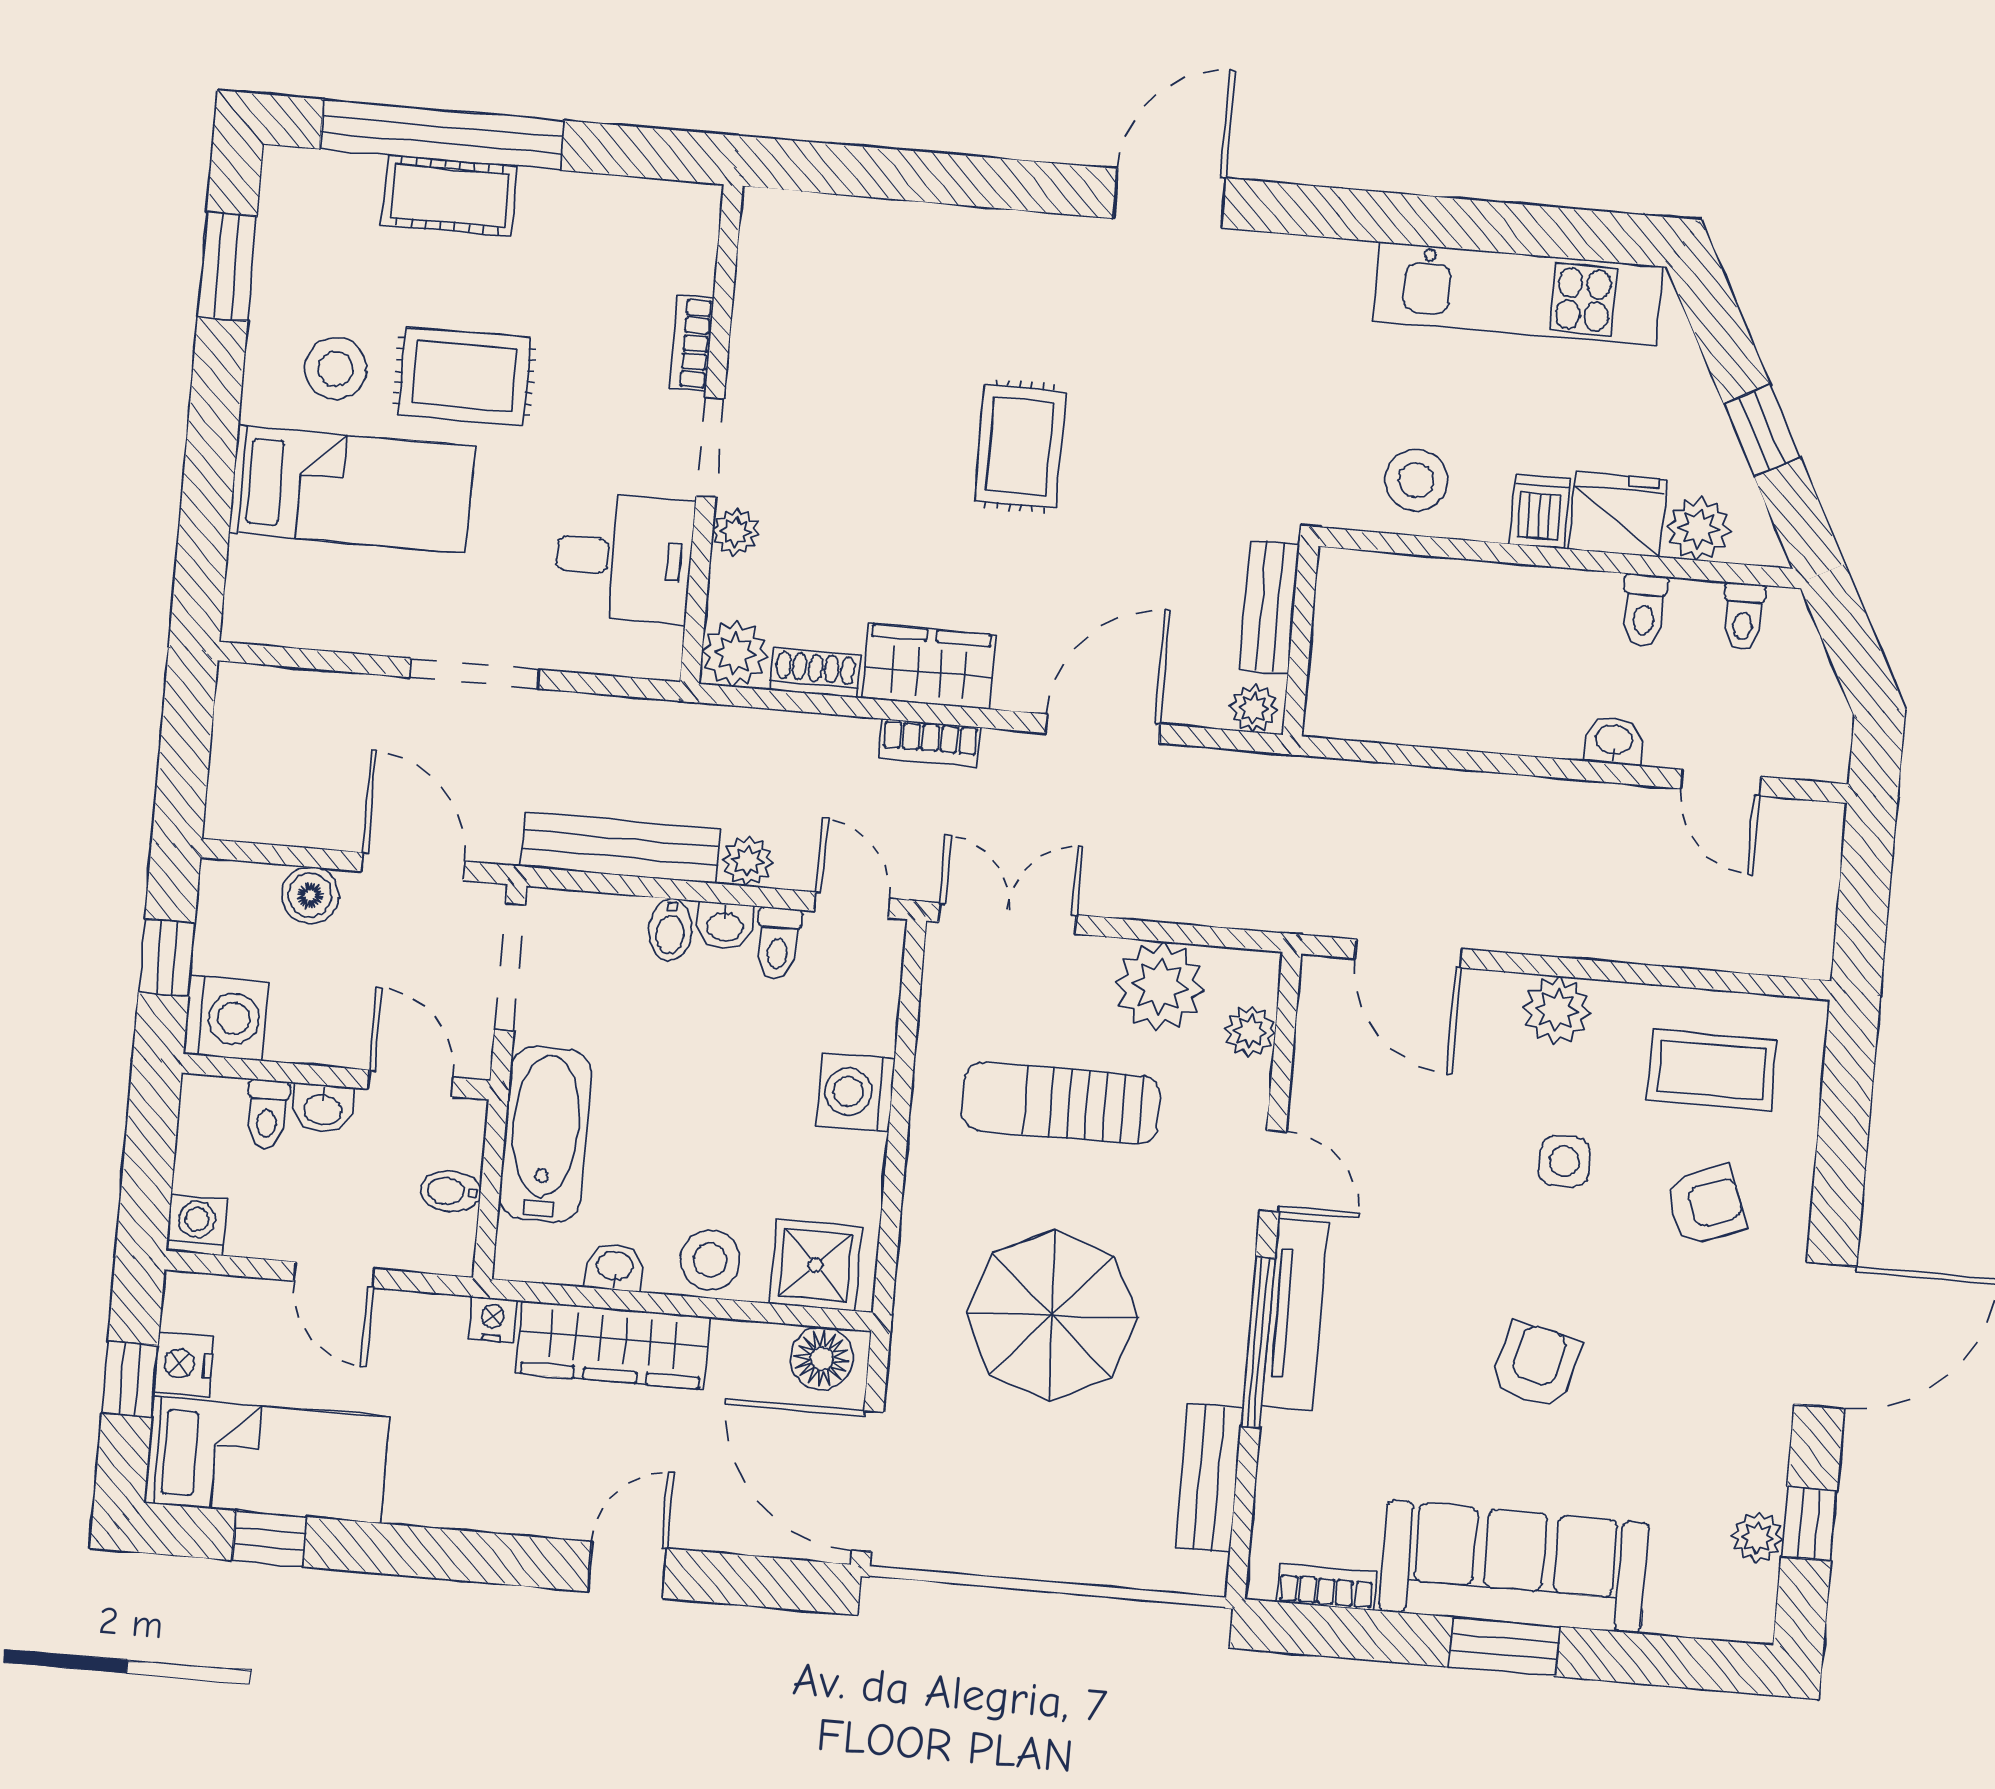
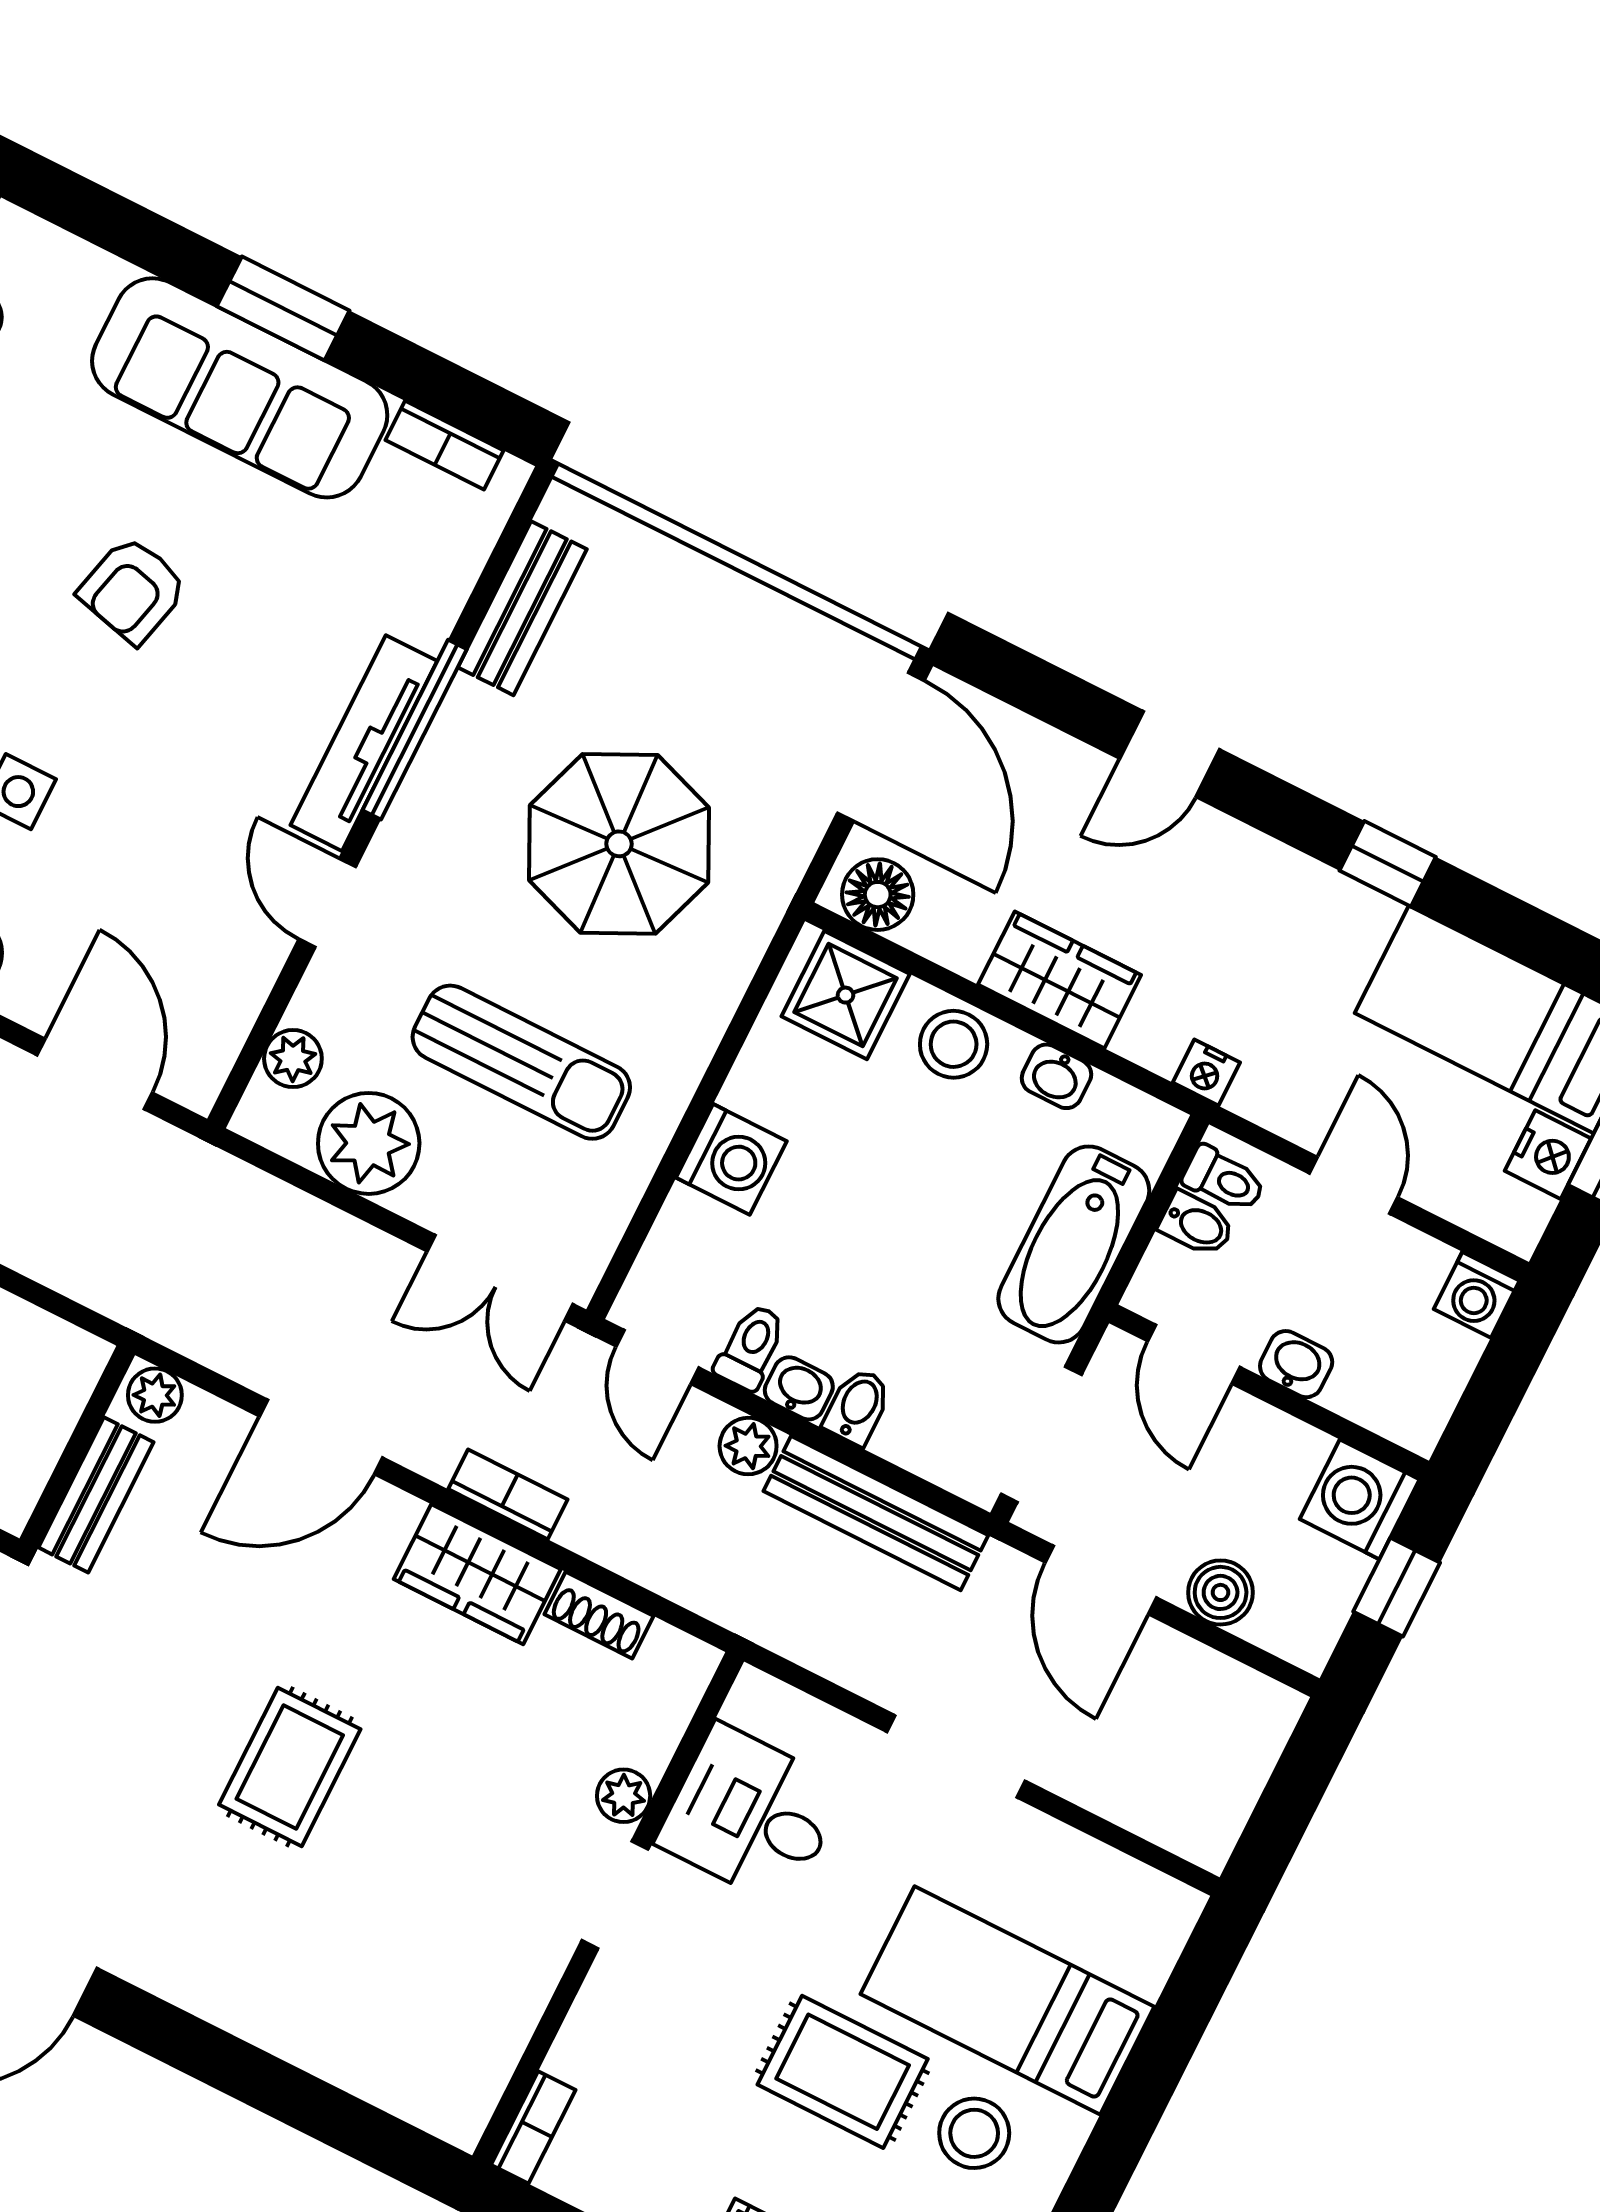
bookcase: (691, 343) -> (533, 2127), moved
plant: (735, 654) -> (675, 1669), removed
toilet: (267, 1114) -> (1224, 1179), moved, turned 90
wardrobe: (613, 1345) -> (1060, 980), width x0.67
window: (270, 1539) -> (1388, 864), moved

